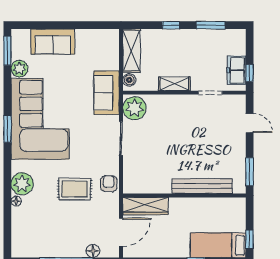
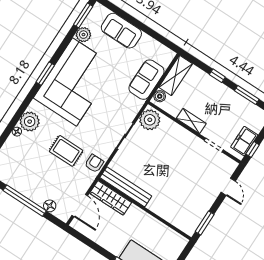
sofa: (107, 93) -> (146, 80), moved
bench: (202, 186) -> (126, 187), moved
door: (121, 232) -> (80, 205), hinge flipped

